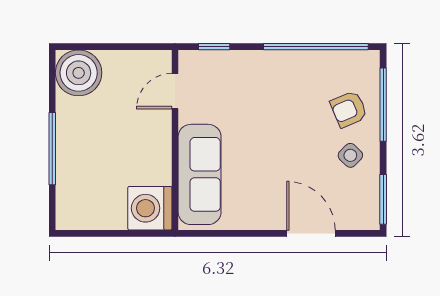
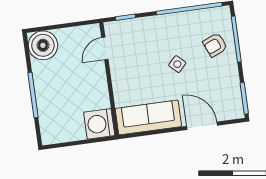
side table: (350, 155) -> (177, 64), moved
sofa: (200, 174) -> (148, 117), moved, turned -90

